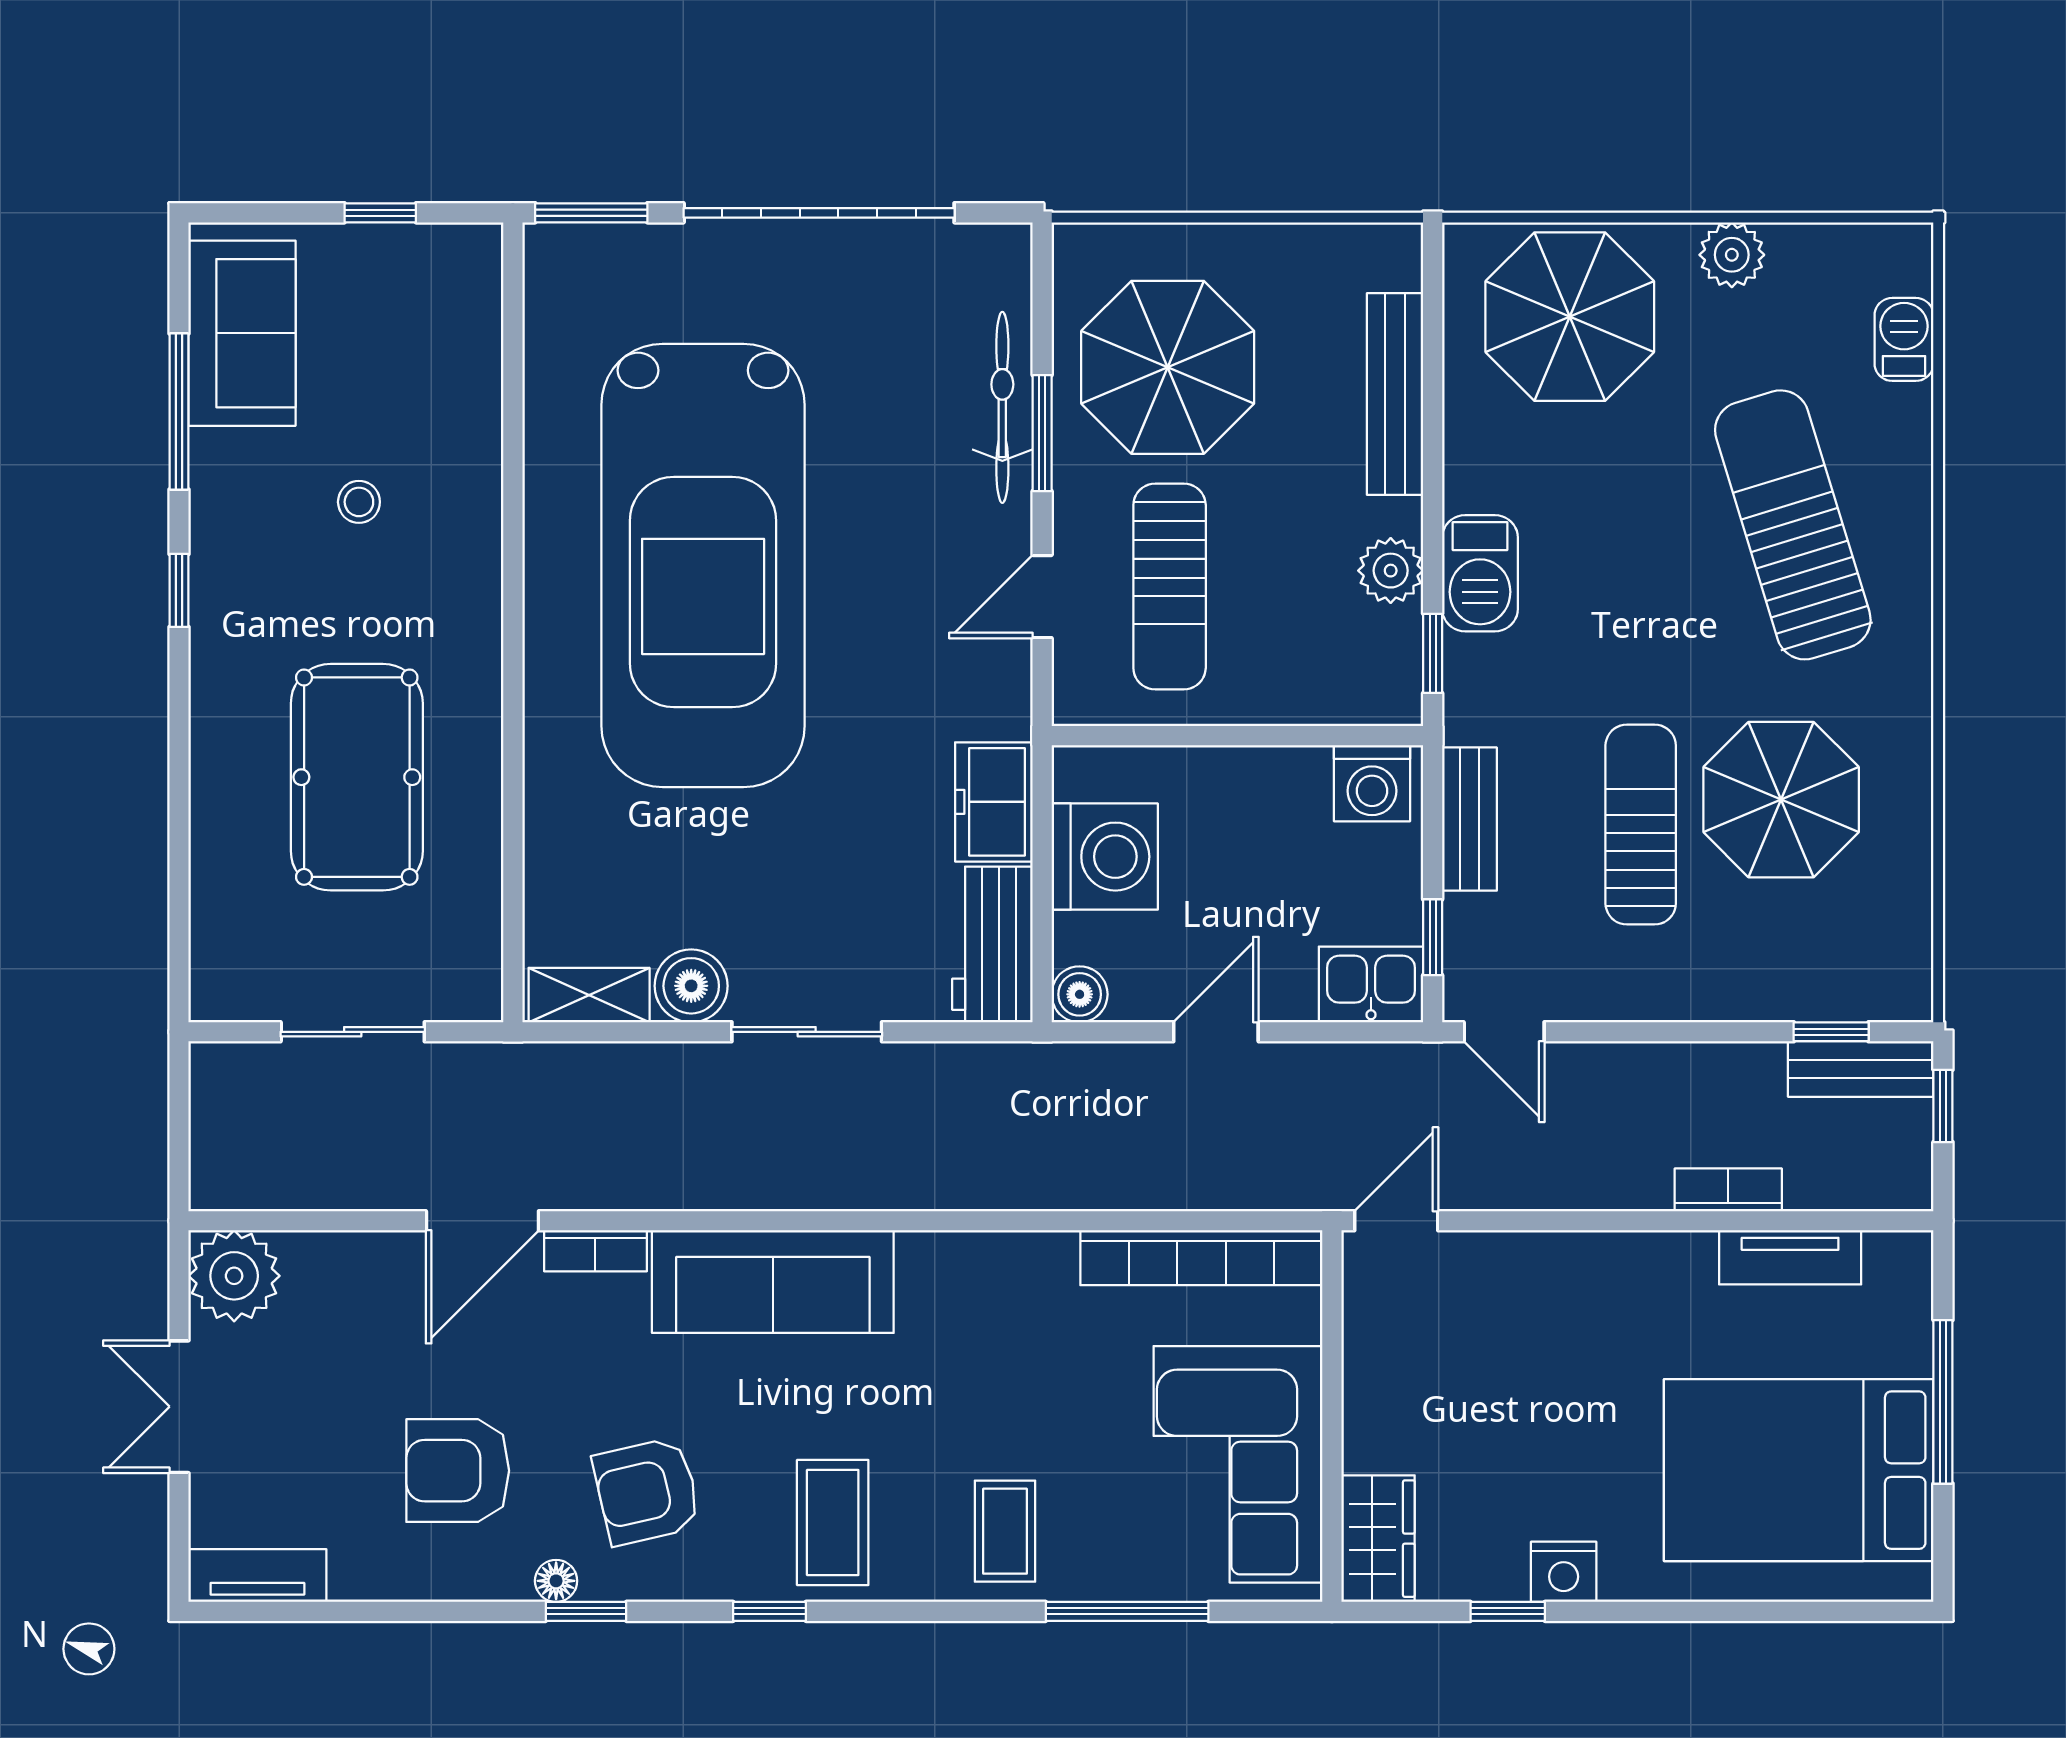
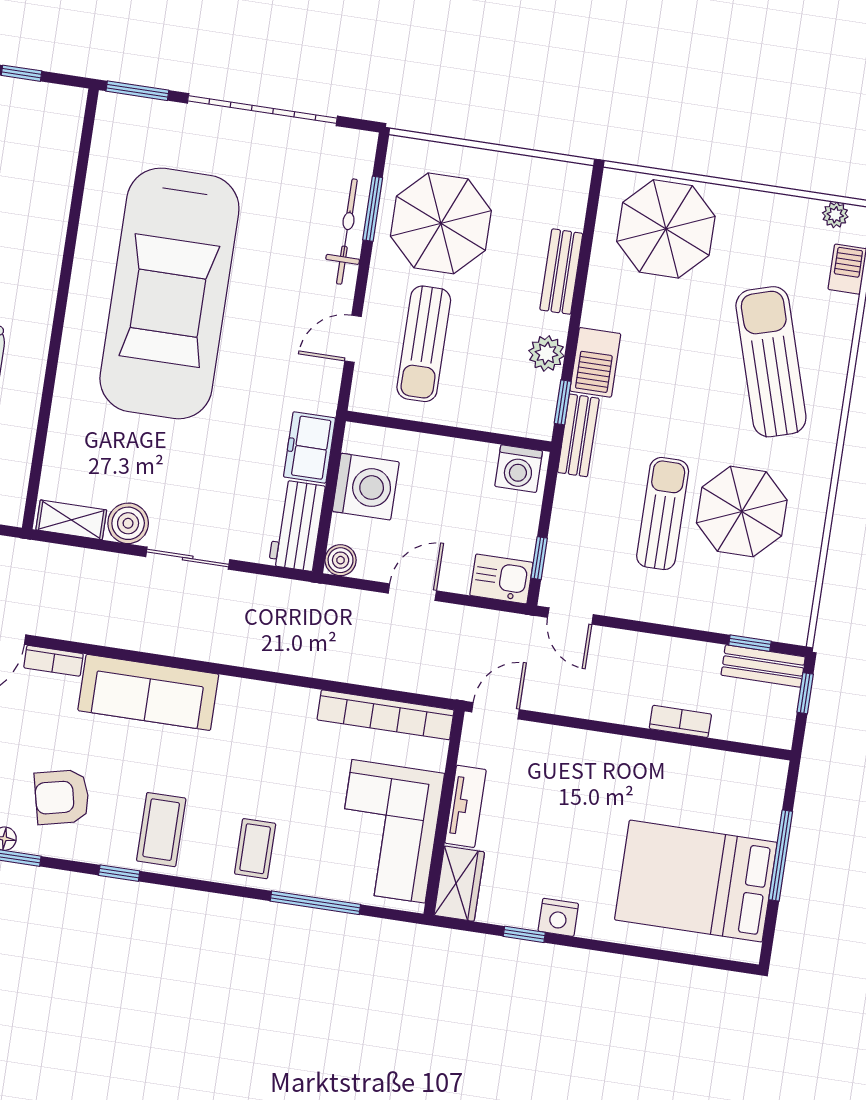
plant: (1732, 255) -> (835, 215), moved, width x0.73, depth x0.73
bench: (1395, 394) -> (561, 272), width x0.73
window: (1042, 433) -> (373, 209), moved
bench: (1469, 819) -> (578, 435), moved
tv unit: (1790, 1257) -> (466, 806), moved, turned -90

